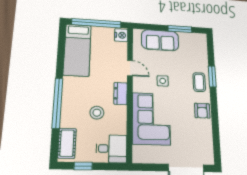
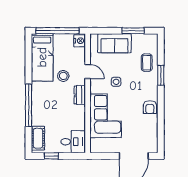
coffee table: (199, 82) -> (147, 63), moved
stool: (97, 113) -> (63, 76), moved

